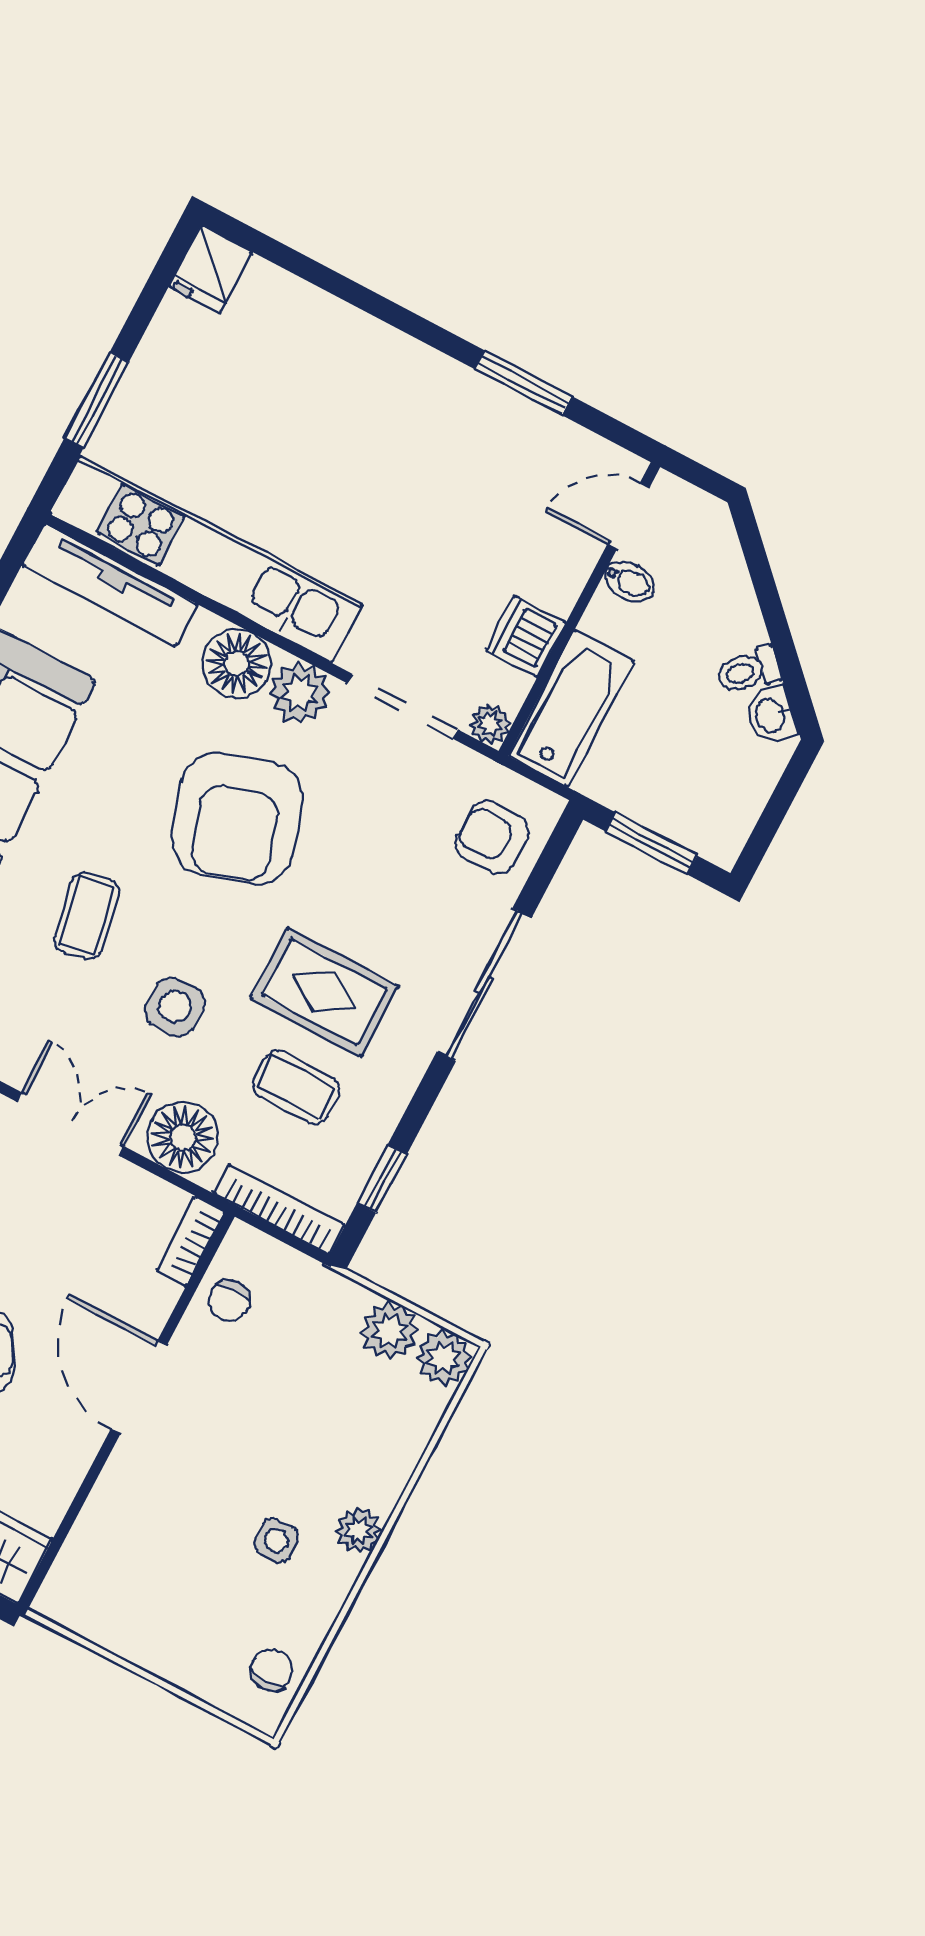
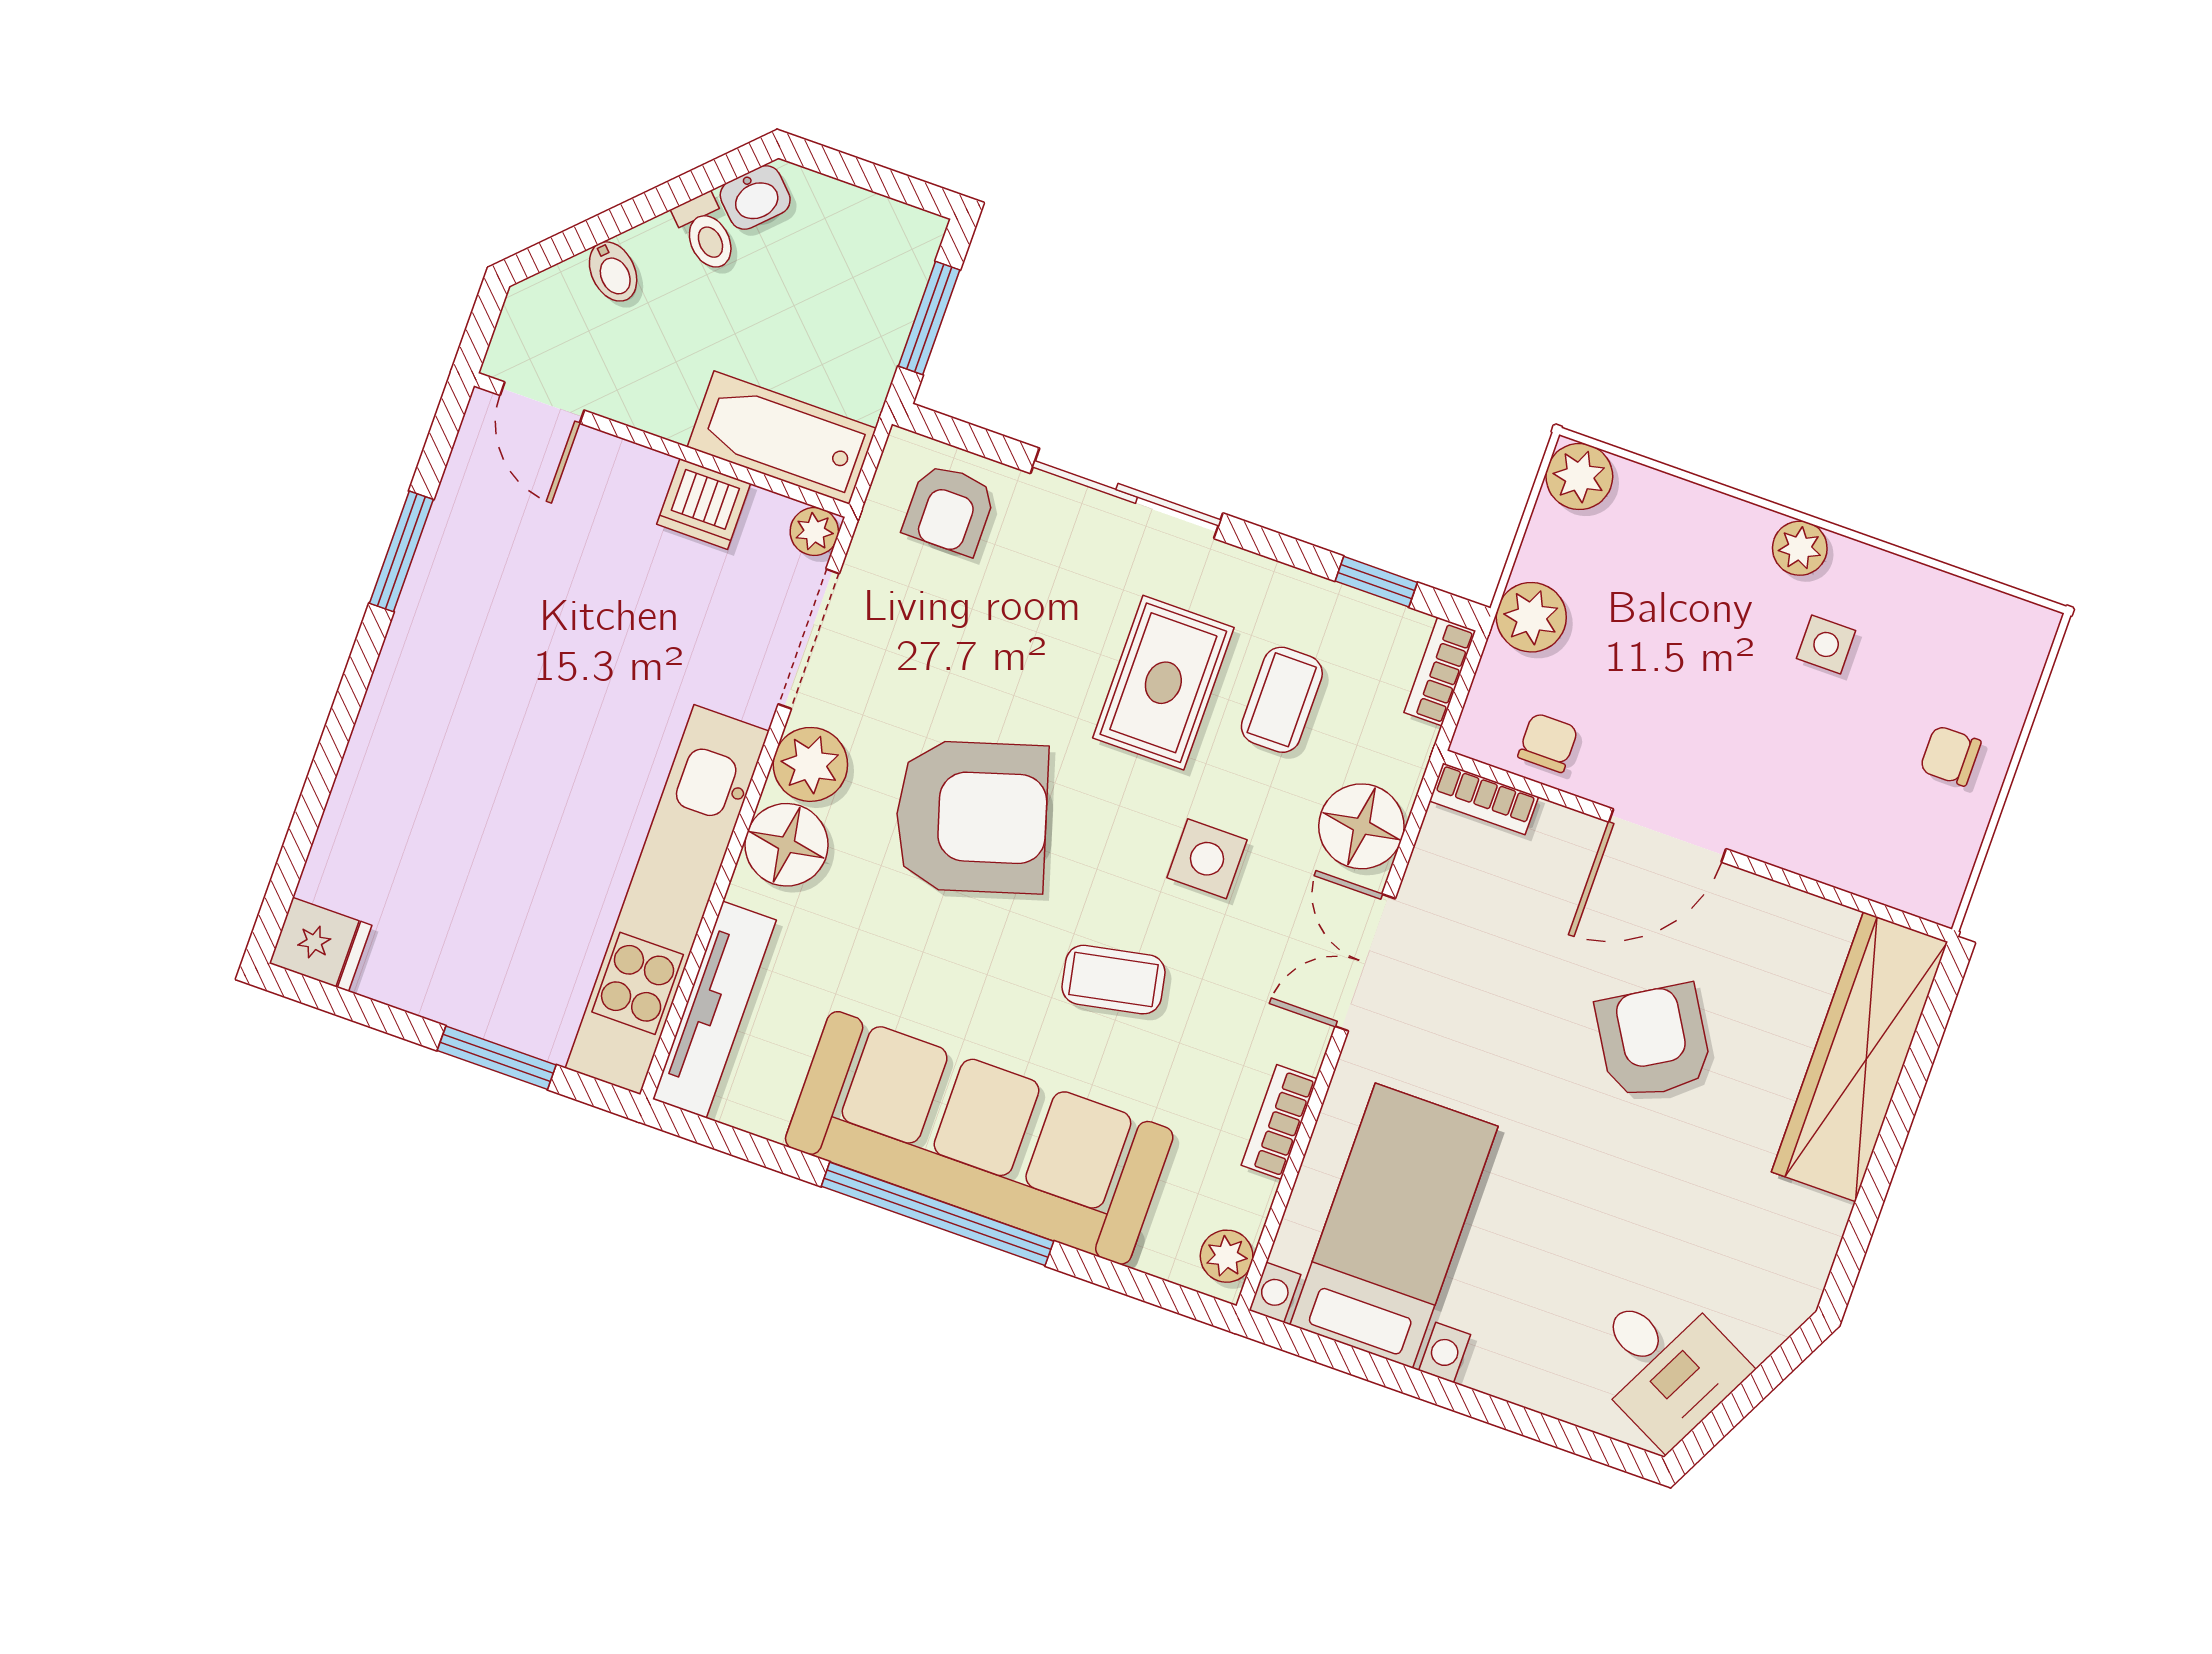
bidet: (629, 581) -> (613, 271), moved, turned 135
bookcase: (279, 1209) -> (1440, 672), width x0.64
chair: (229, 1300) -> (1548, 743), turned -87
plant: (389, 1331) -> (1531, 617), moved
chair: (272, 1670) -> (1950, 756), moved

